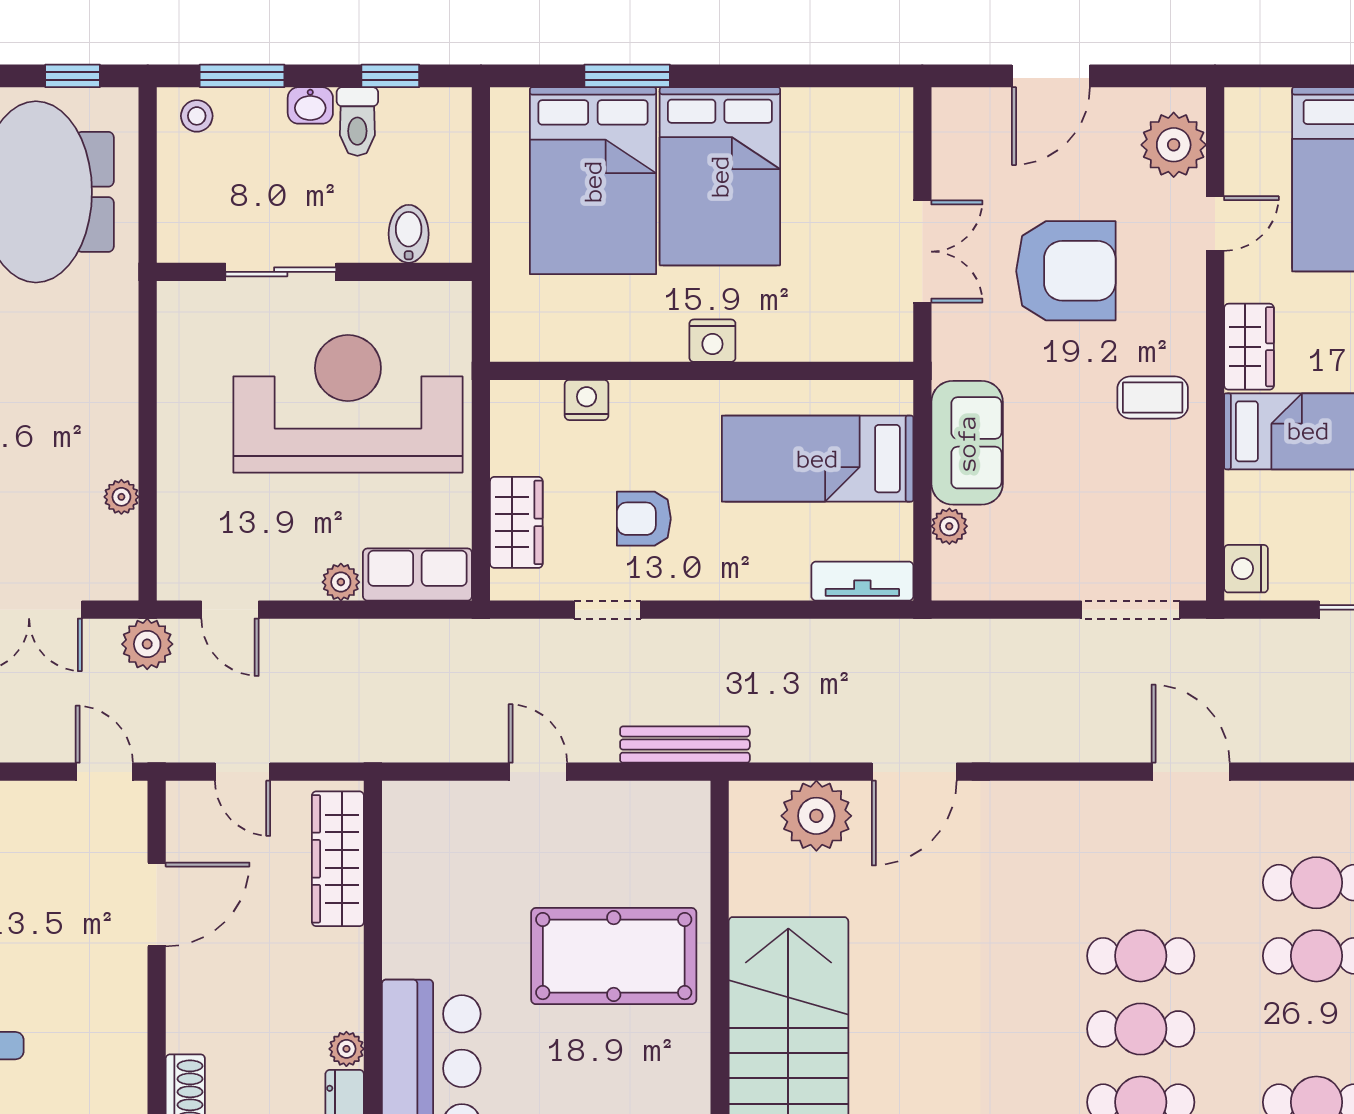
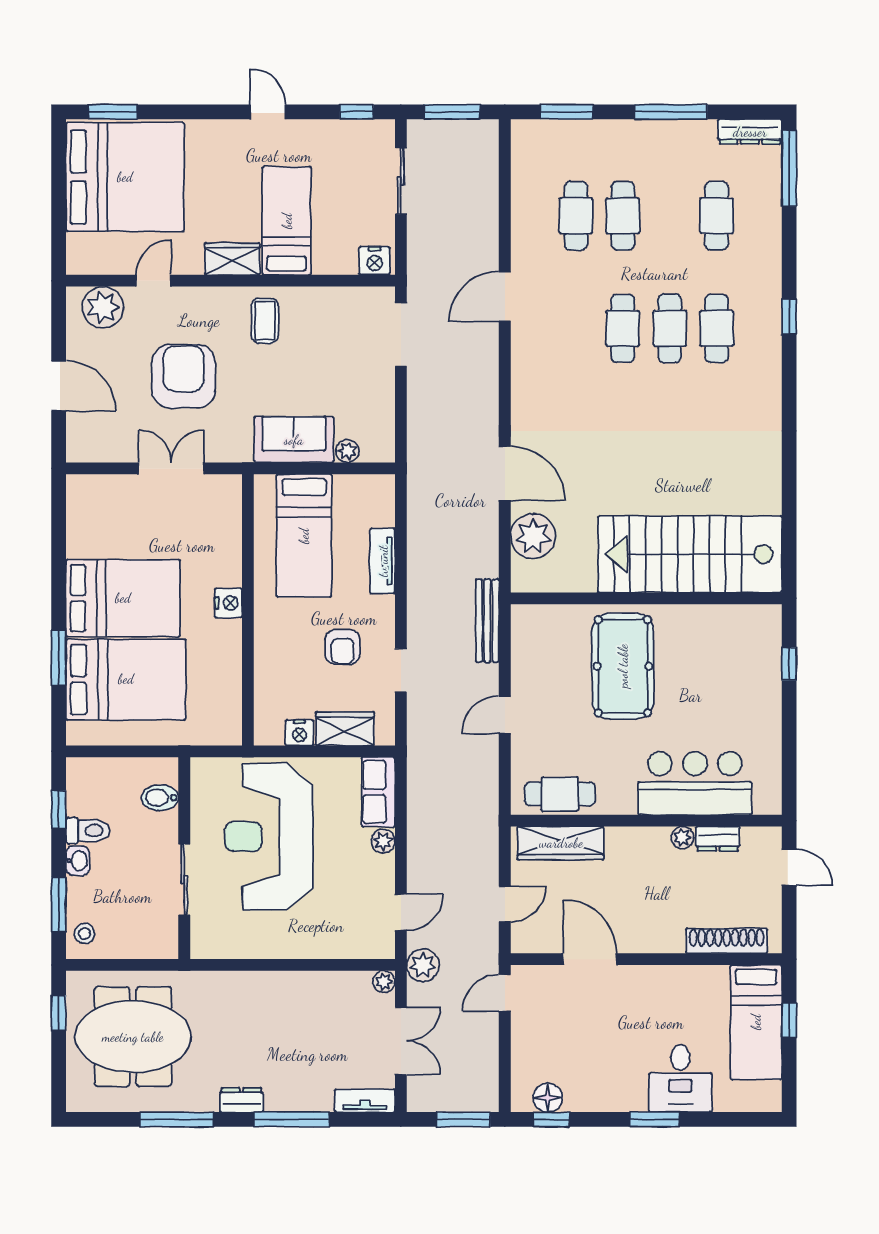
door: (1215, 224) -> (153, 281), hinge flipped
nightstand: (587, 400) -> (299, 733), moved, turned -90
plant: (121, 497) -> (384, 982), moved
tv unit: (862, 581) -> (383, 561), moved
cafe table: (414, 858) -> (560, 794), added

